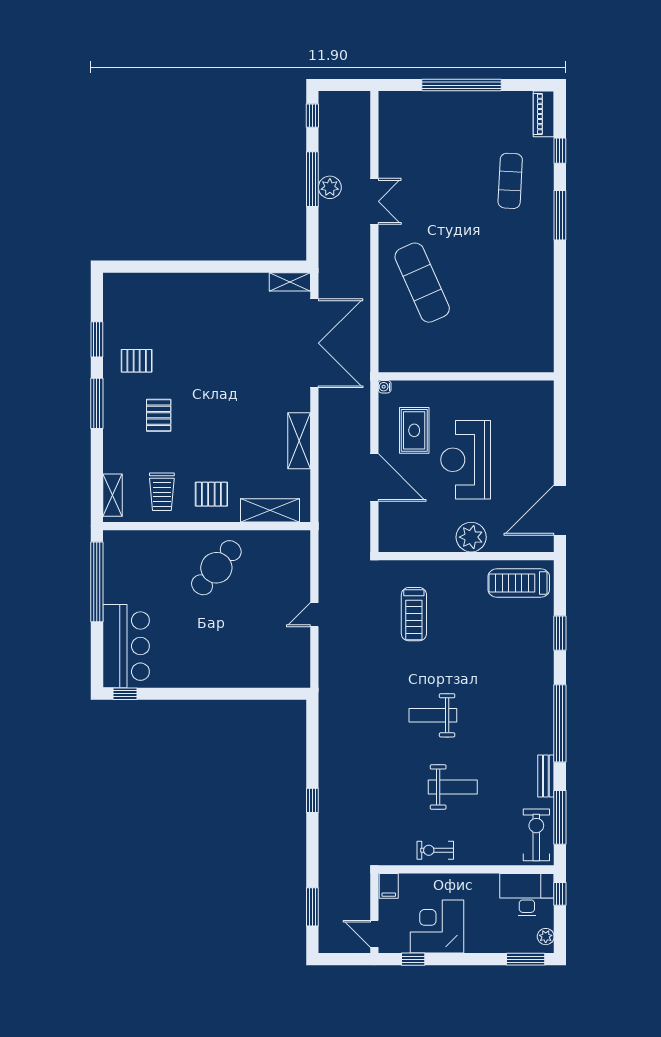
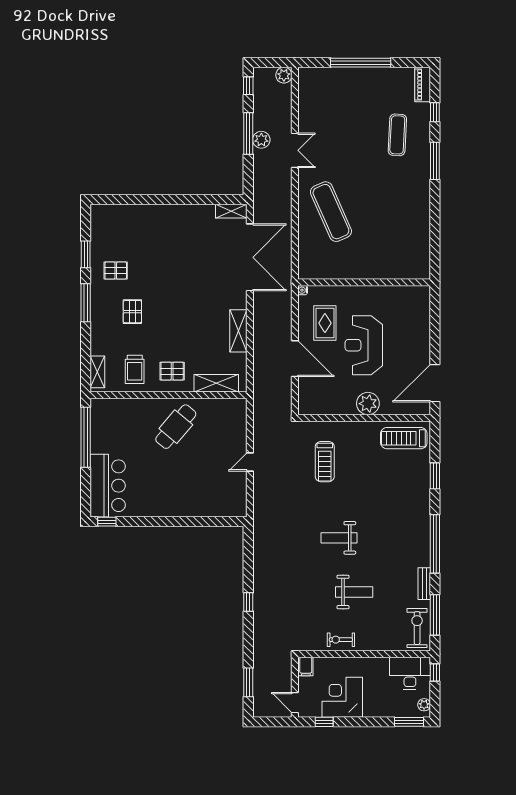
plant: (360, 102) -> (284, 75), added

